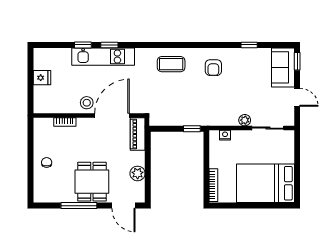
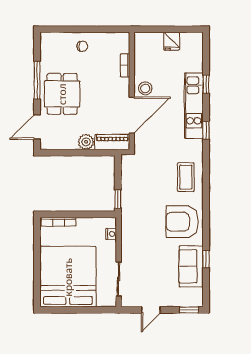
window: (109, 45) -> (206, 130), moved
sofa: (283, 67) -> (191, 266), moved, turned -90
armchair: (213, 68) -> (182, 222), width x1.88, depth x1.88
door: (112, 115) -> (132, 115), hinge flipped
plant: (245, 120) -> (127, 255), removed
plant: (138, 173) -> (86, 142), moved
dining table: (92, 182) -> (62, 94), turned 90
bed: (266, 183) -> (68, 277), width x1.36

